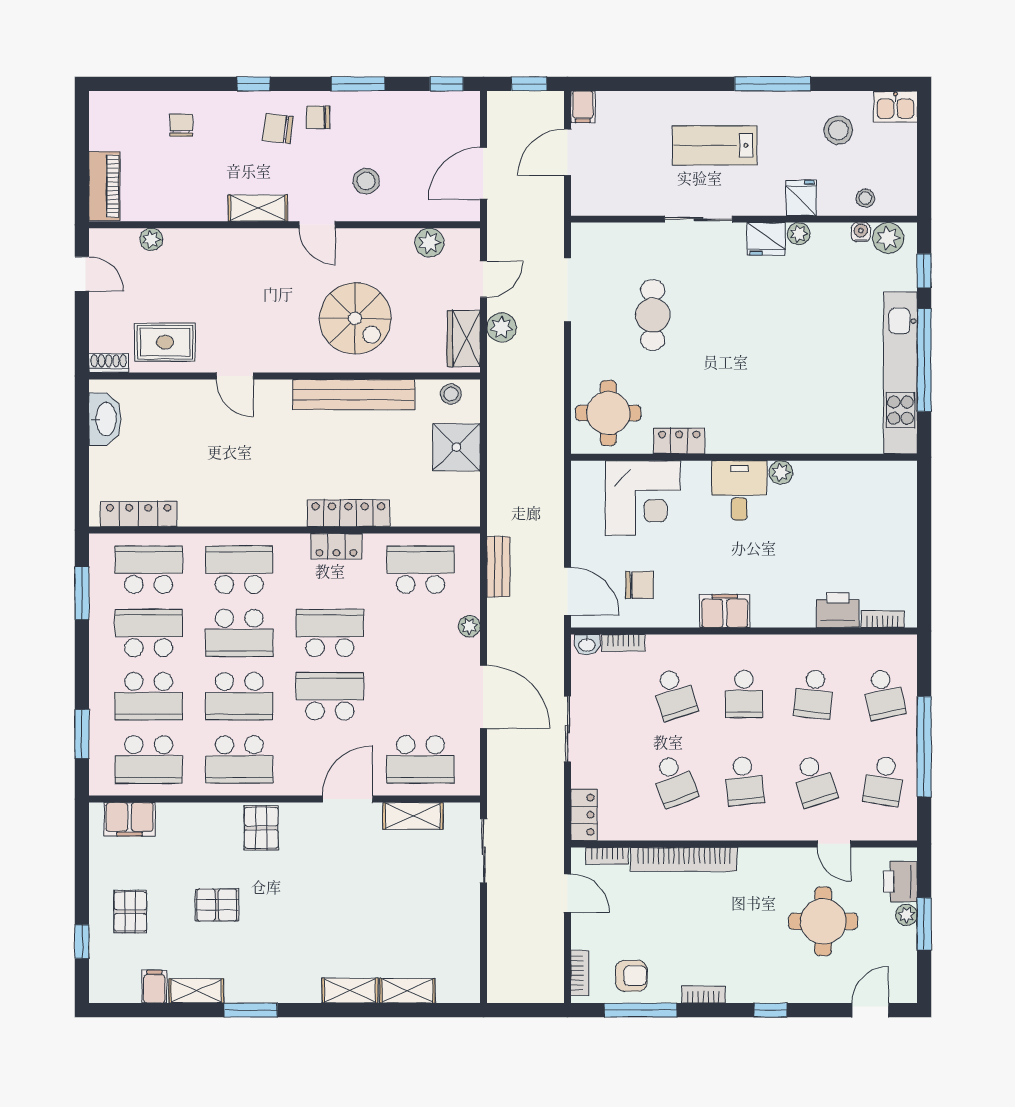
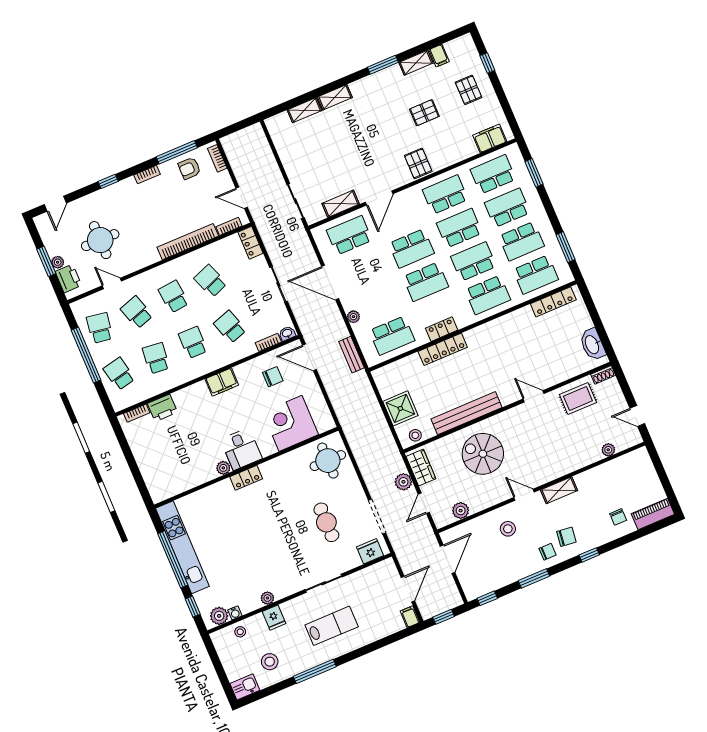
piano: (104, 186) -> (653, 514), moved, turned 90
fridge: (766, 239) -> (370, 551), moved
locker: (679, 441) -> (246, 478), moved
chair: (639, 585) -> (273, 377), turned 180

